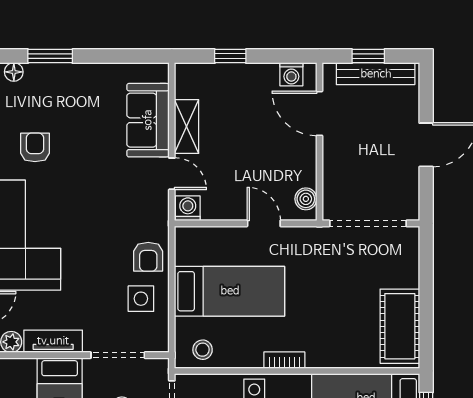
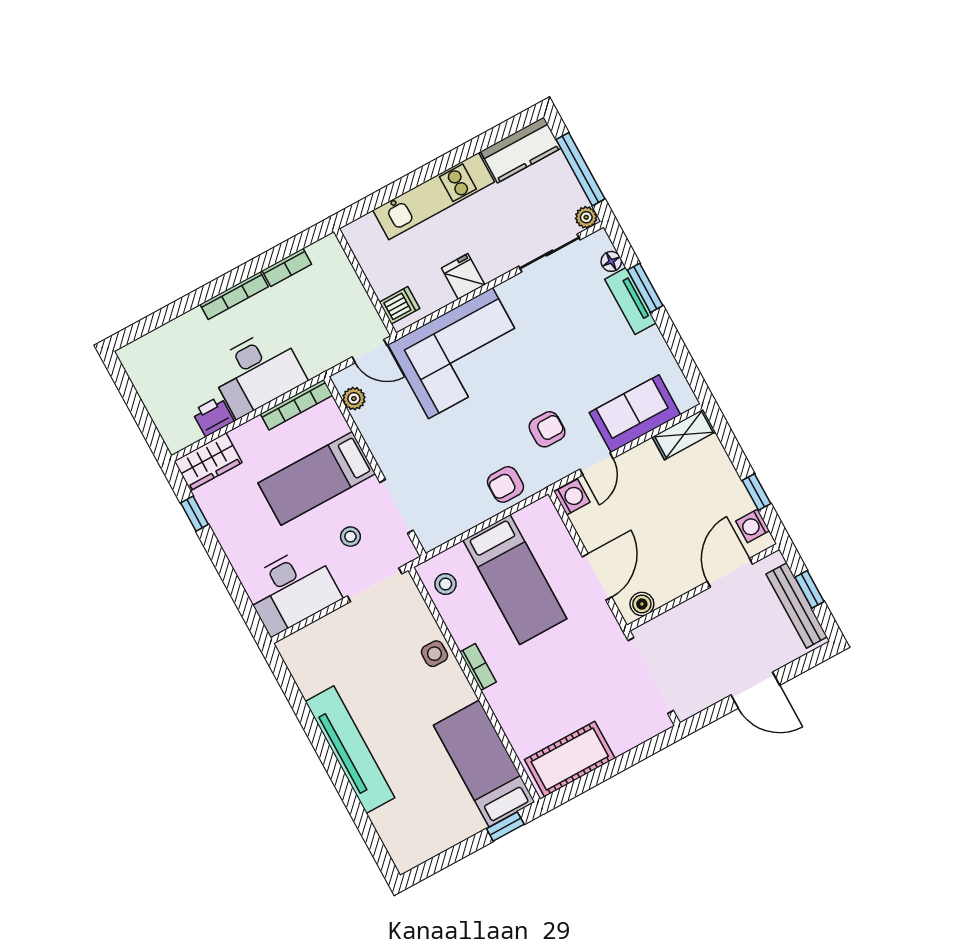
window: (230, 56) -> (757, 492), moved
shelving: (187, 127) -> (684, 434), moved
armchair: (35, 147) -> (547, 429), moved
door: (264, 223) -> (597, 577), width x1.38
side table: (141, 299) -> (462, 499), removed
tv unit: (53, 341) -> (631, 301), moved, turned 180

